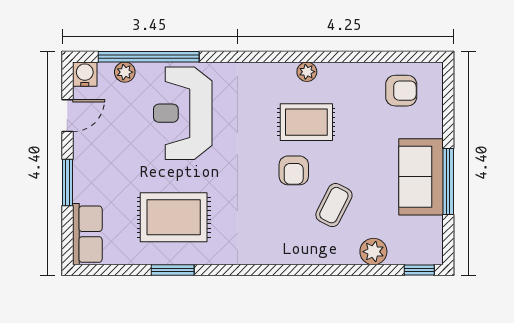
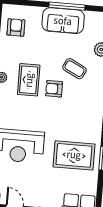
armchair: (294, 170) -> (54, 89), turned 180
rug: (174, 217) -> (74, 155), turned 90

